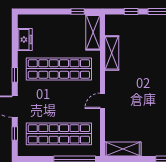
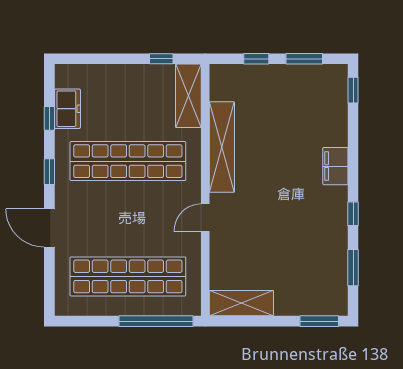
shelving: (112, 53) -> (222, 147), width x1.47
window: (15, 134) -> (49, 118), moved

